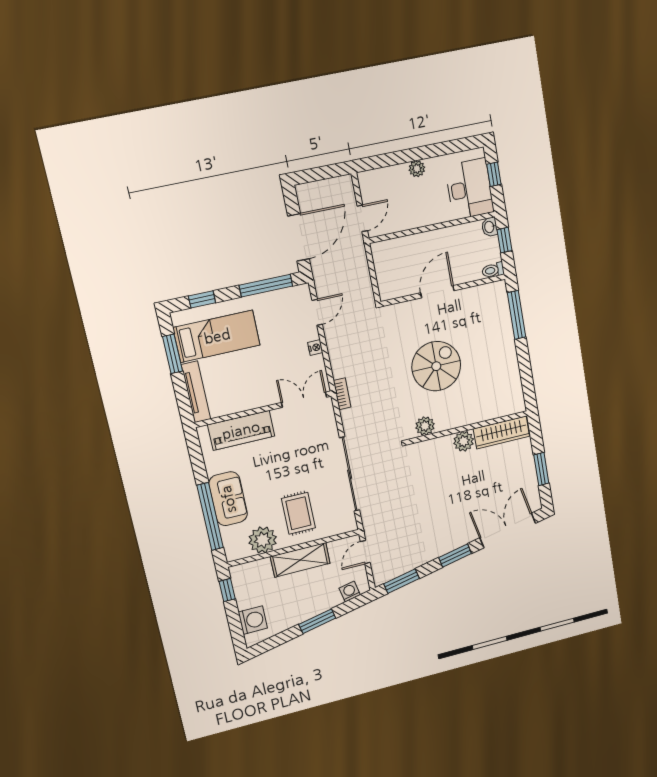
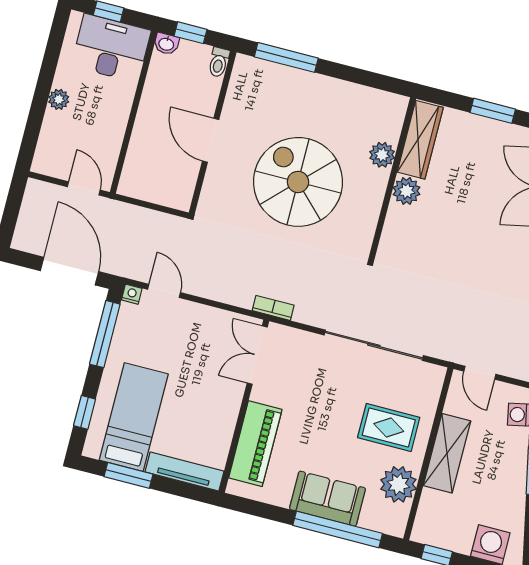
nightstand: (315, 348) -> (132, 294), moved
spiral stairs: (436, 366) -> (298, 182), width x1.37, depth x1.37
plant: (425, 426) -> (382, 155), moved

